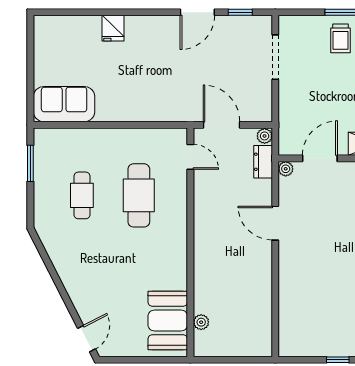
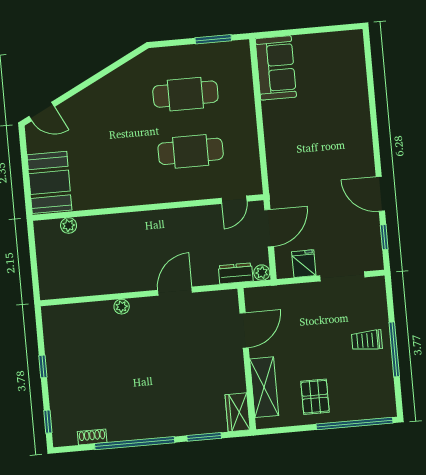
fridge: (113, 28) -> (304, 264), moved, turned 90
door: (320, 158) -> (244, 330), hinge flipped
plant: (286, 169) -> (122, 307), moved
cafe table: (82, 195) -> (185, 94), width x1.37, depth x1.35
booth: (168, 320) -> (49, 182), moved, turned 90

